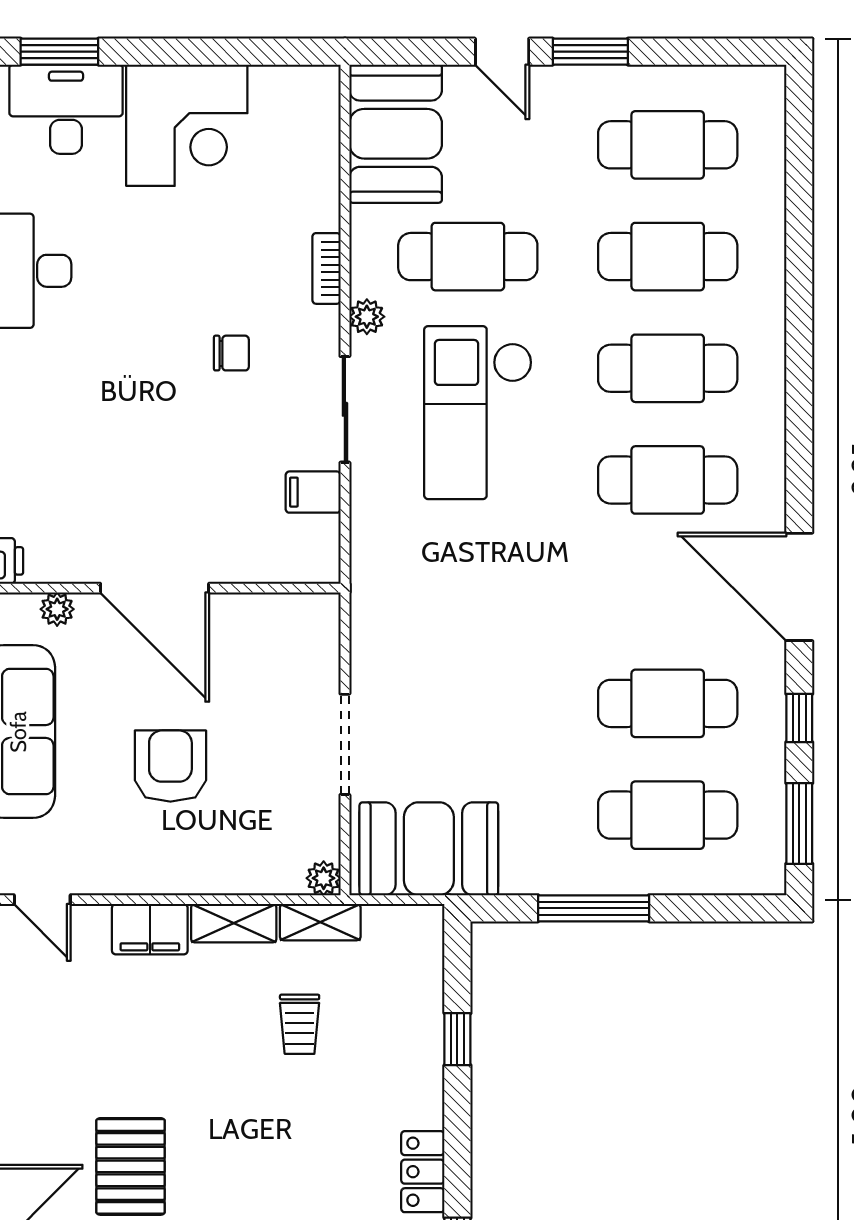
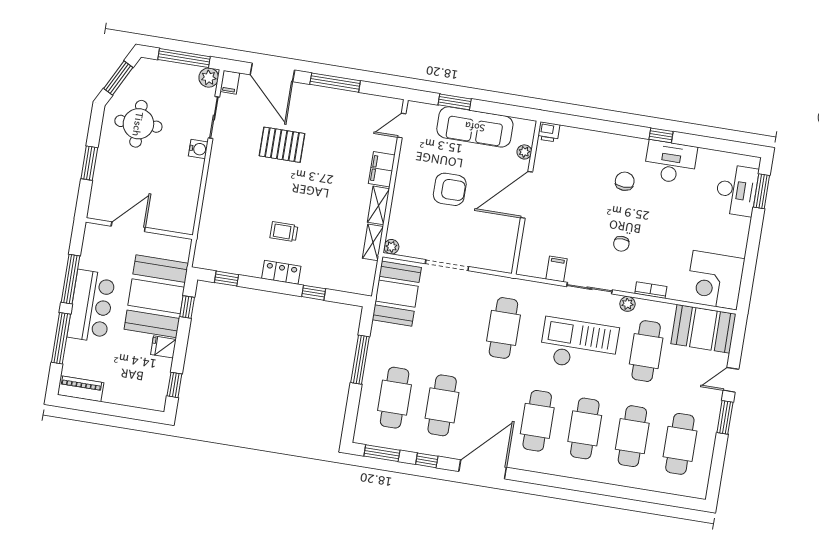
corner desk: (187, 125) -> (715, 280), moved
chair: (87, 369) -> (625, 181), added
cafe table: (468, 592) -> (503, 328), added
trolley: (300, 1024) -> (284, 232), moved
locker: (423, 1172) -> (281, 272), moved

